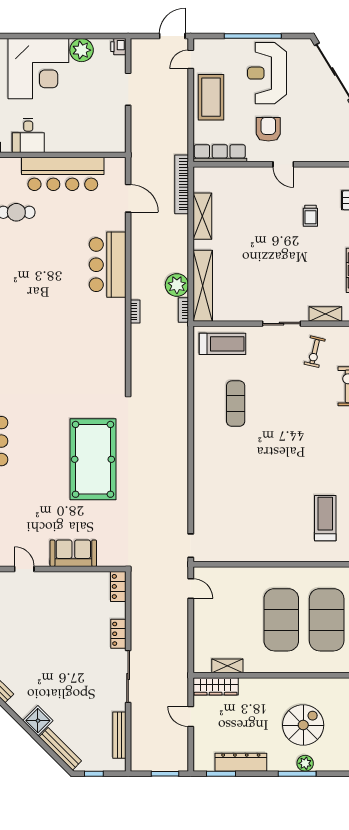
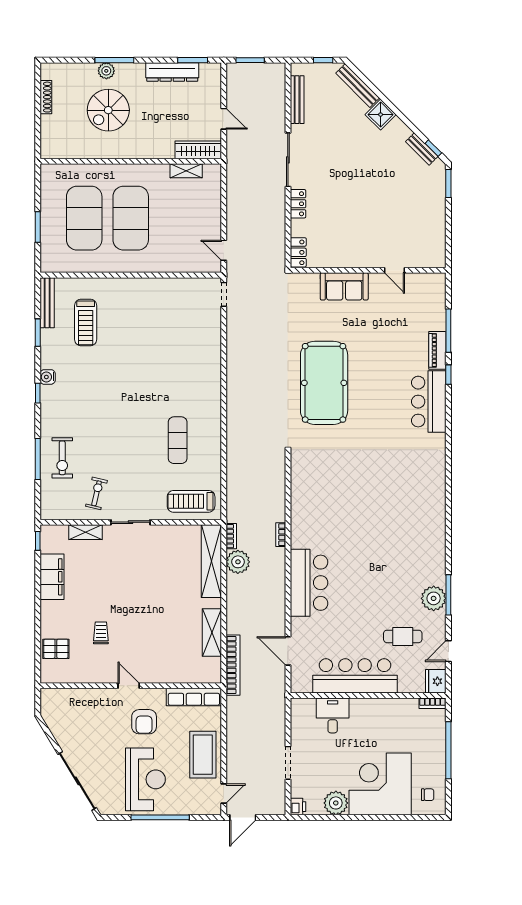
desk: (28, 135) -> (333, 715), moved

